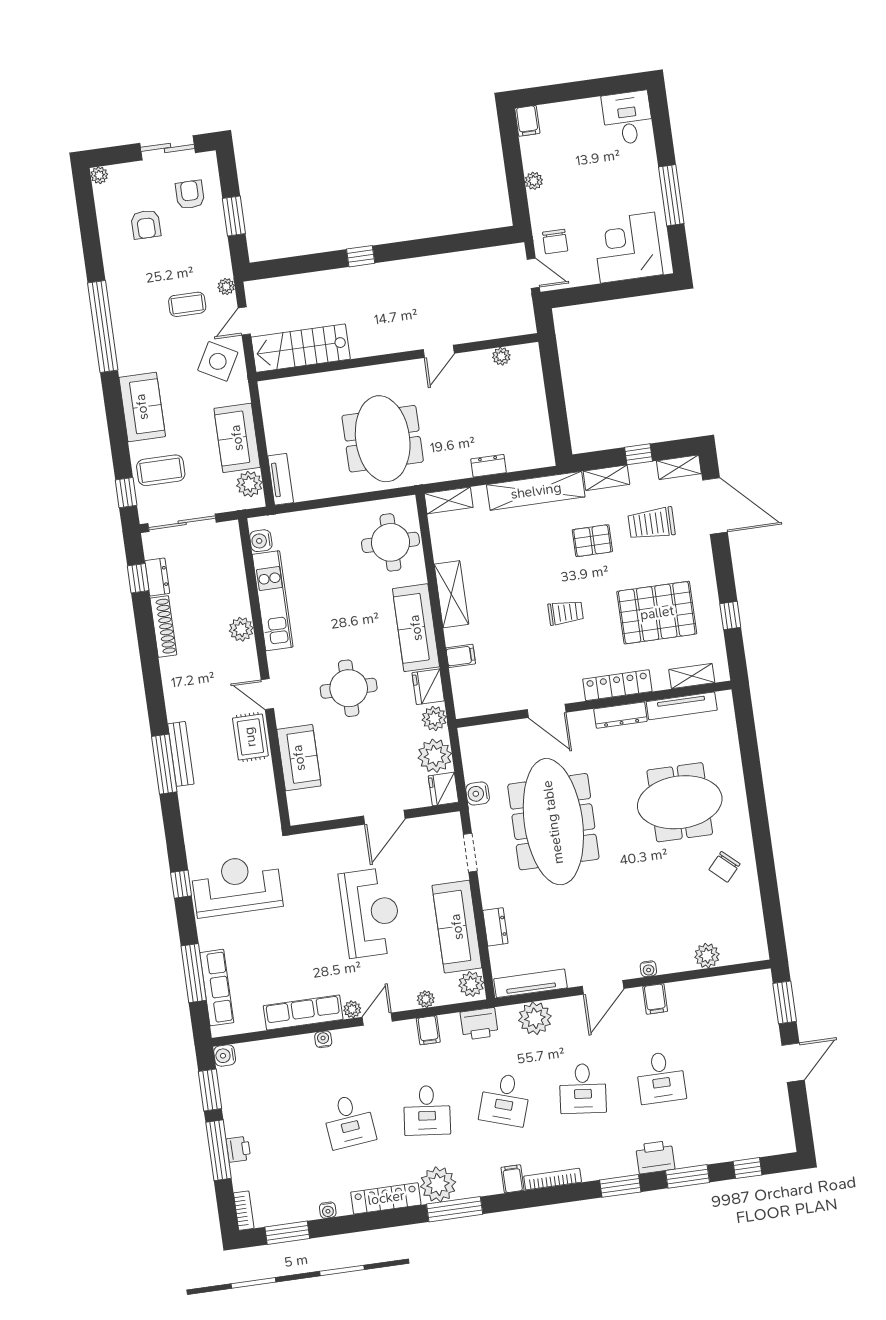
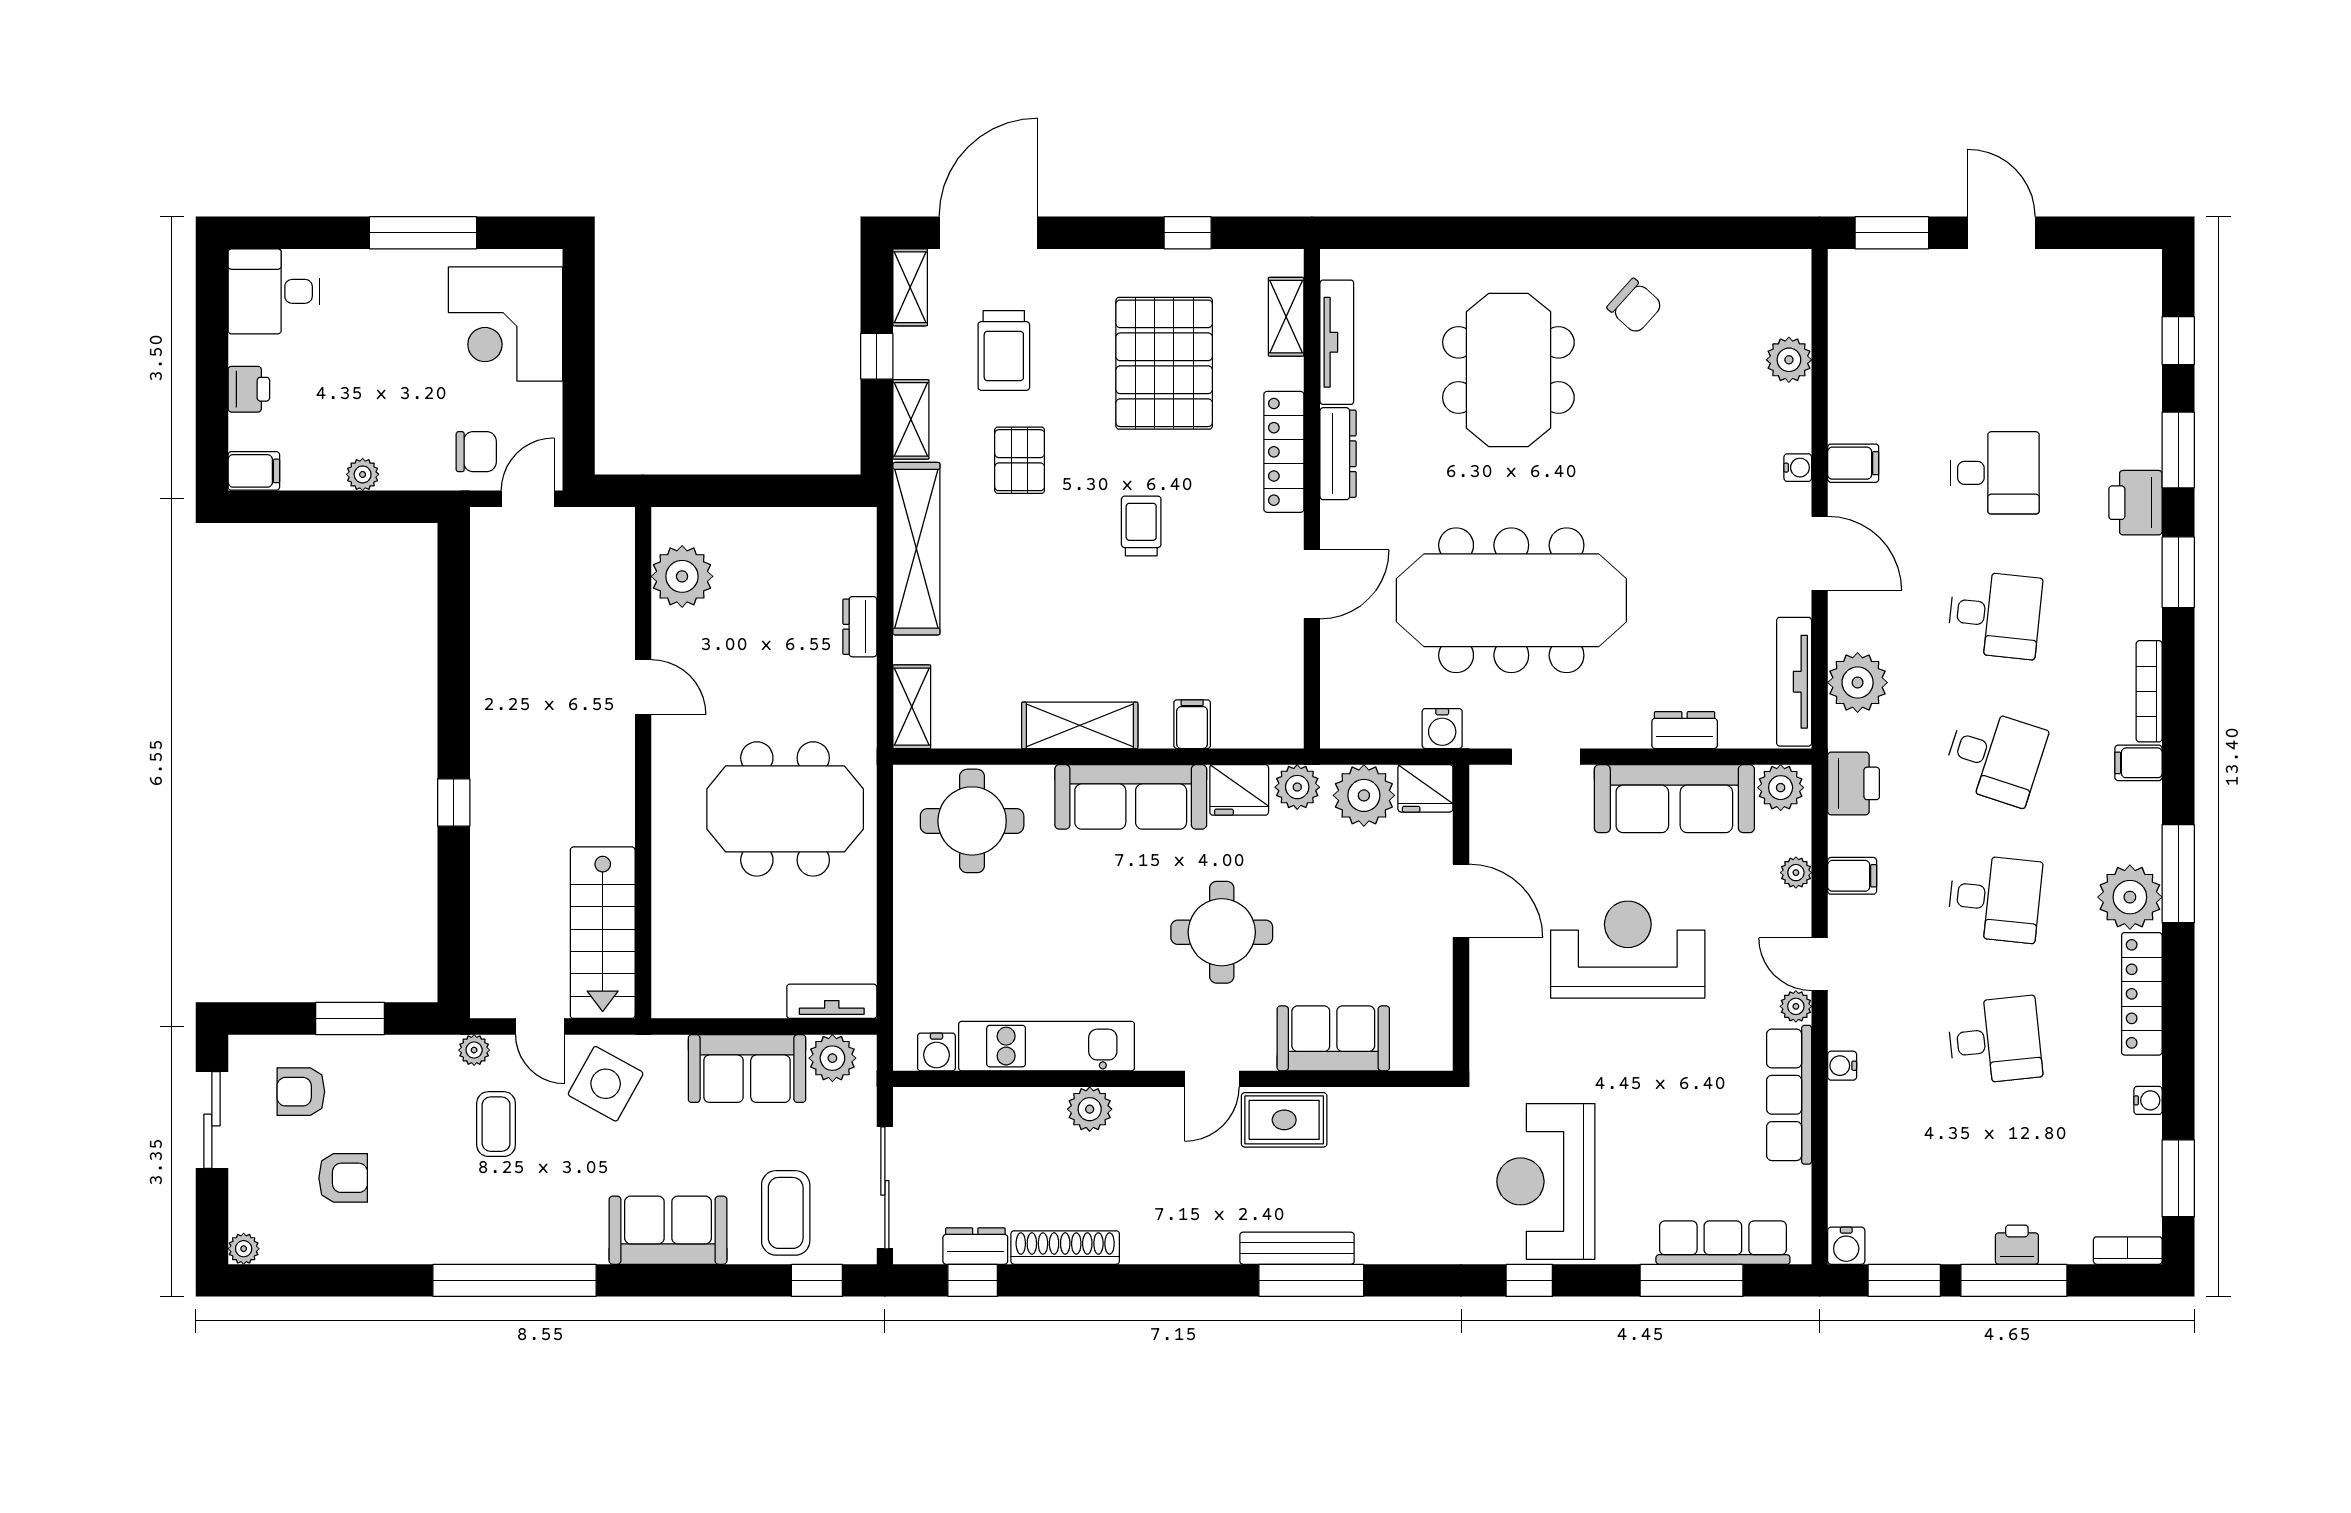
printer: (572, 112) -> (249, 389), added
plant: (501, 356) -> (682, 576), width x1.87, depth x1.87

